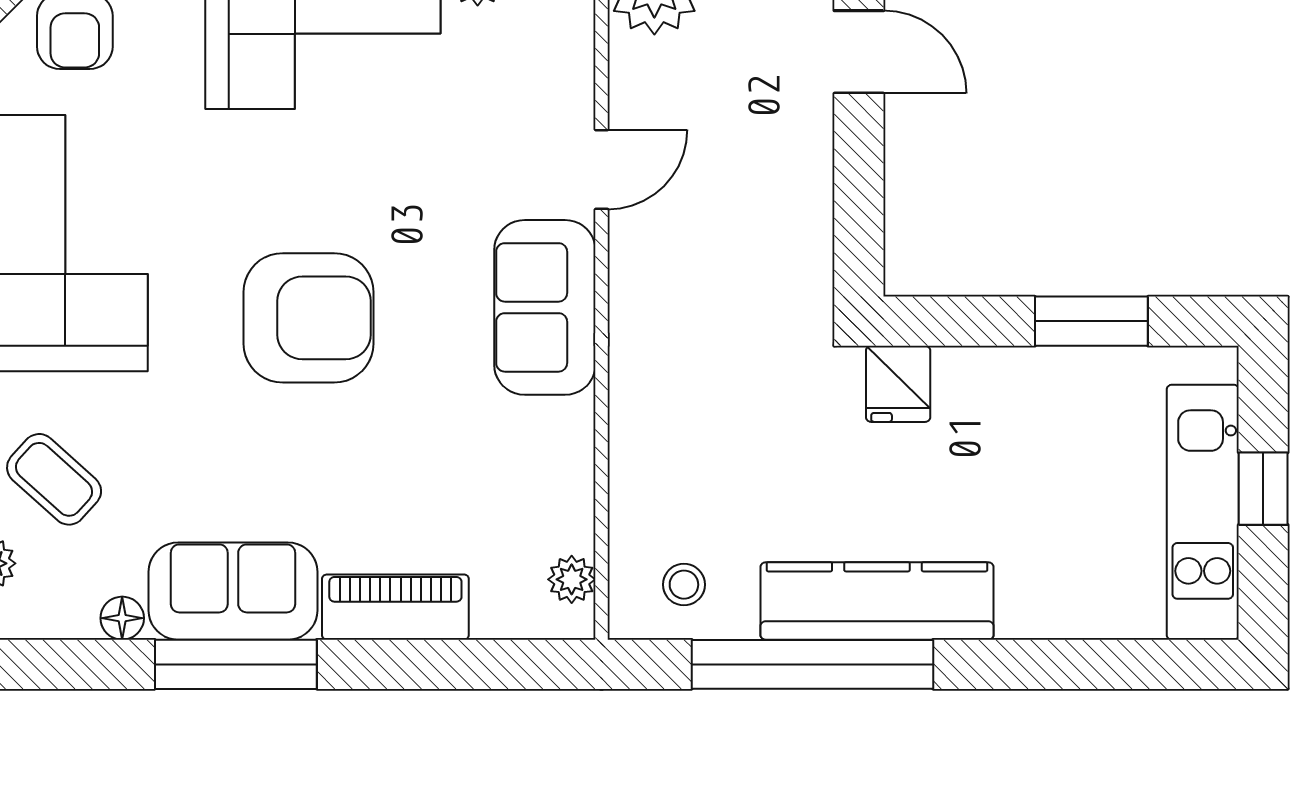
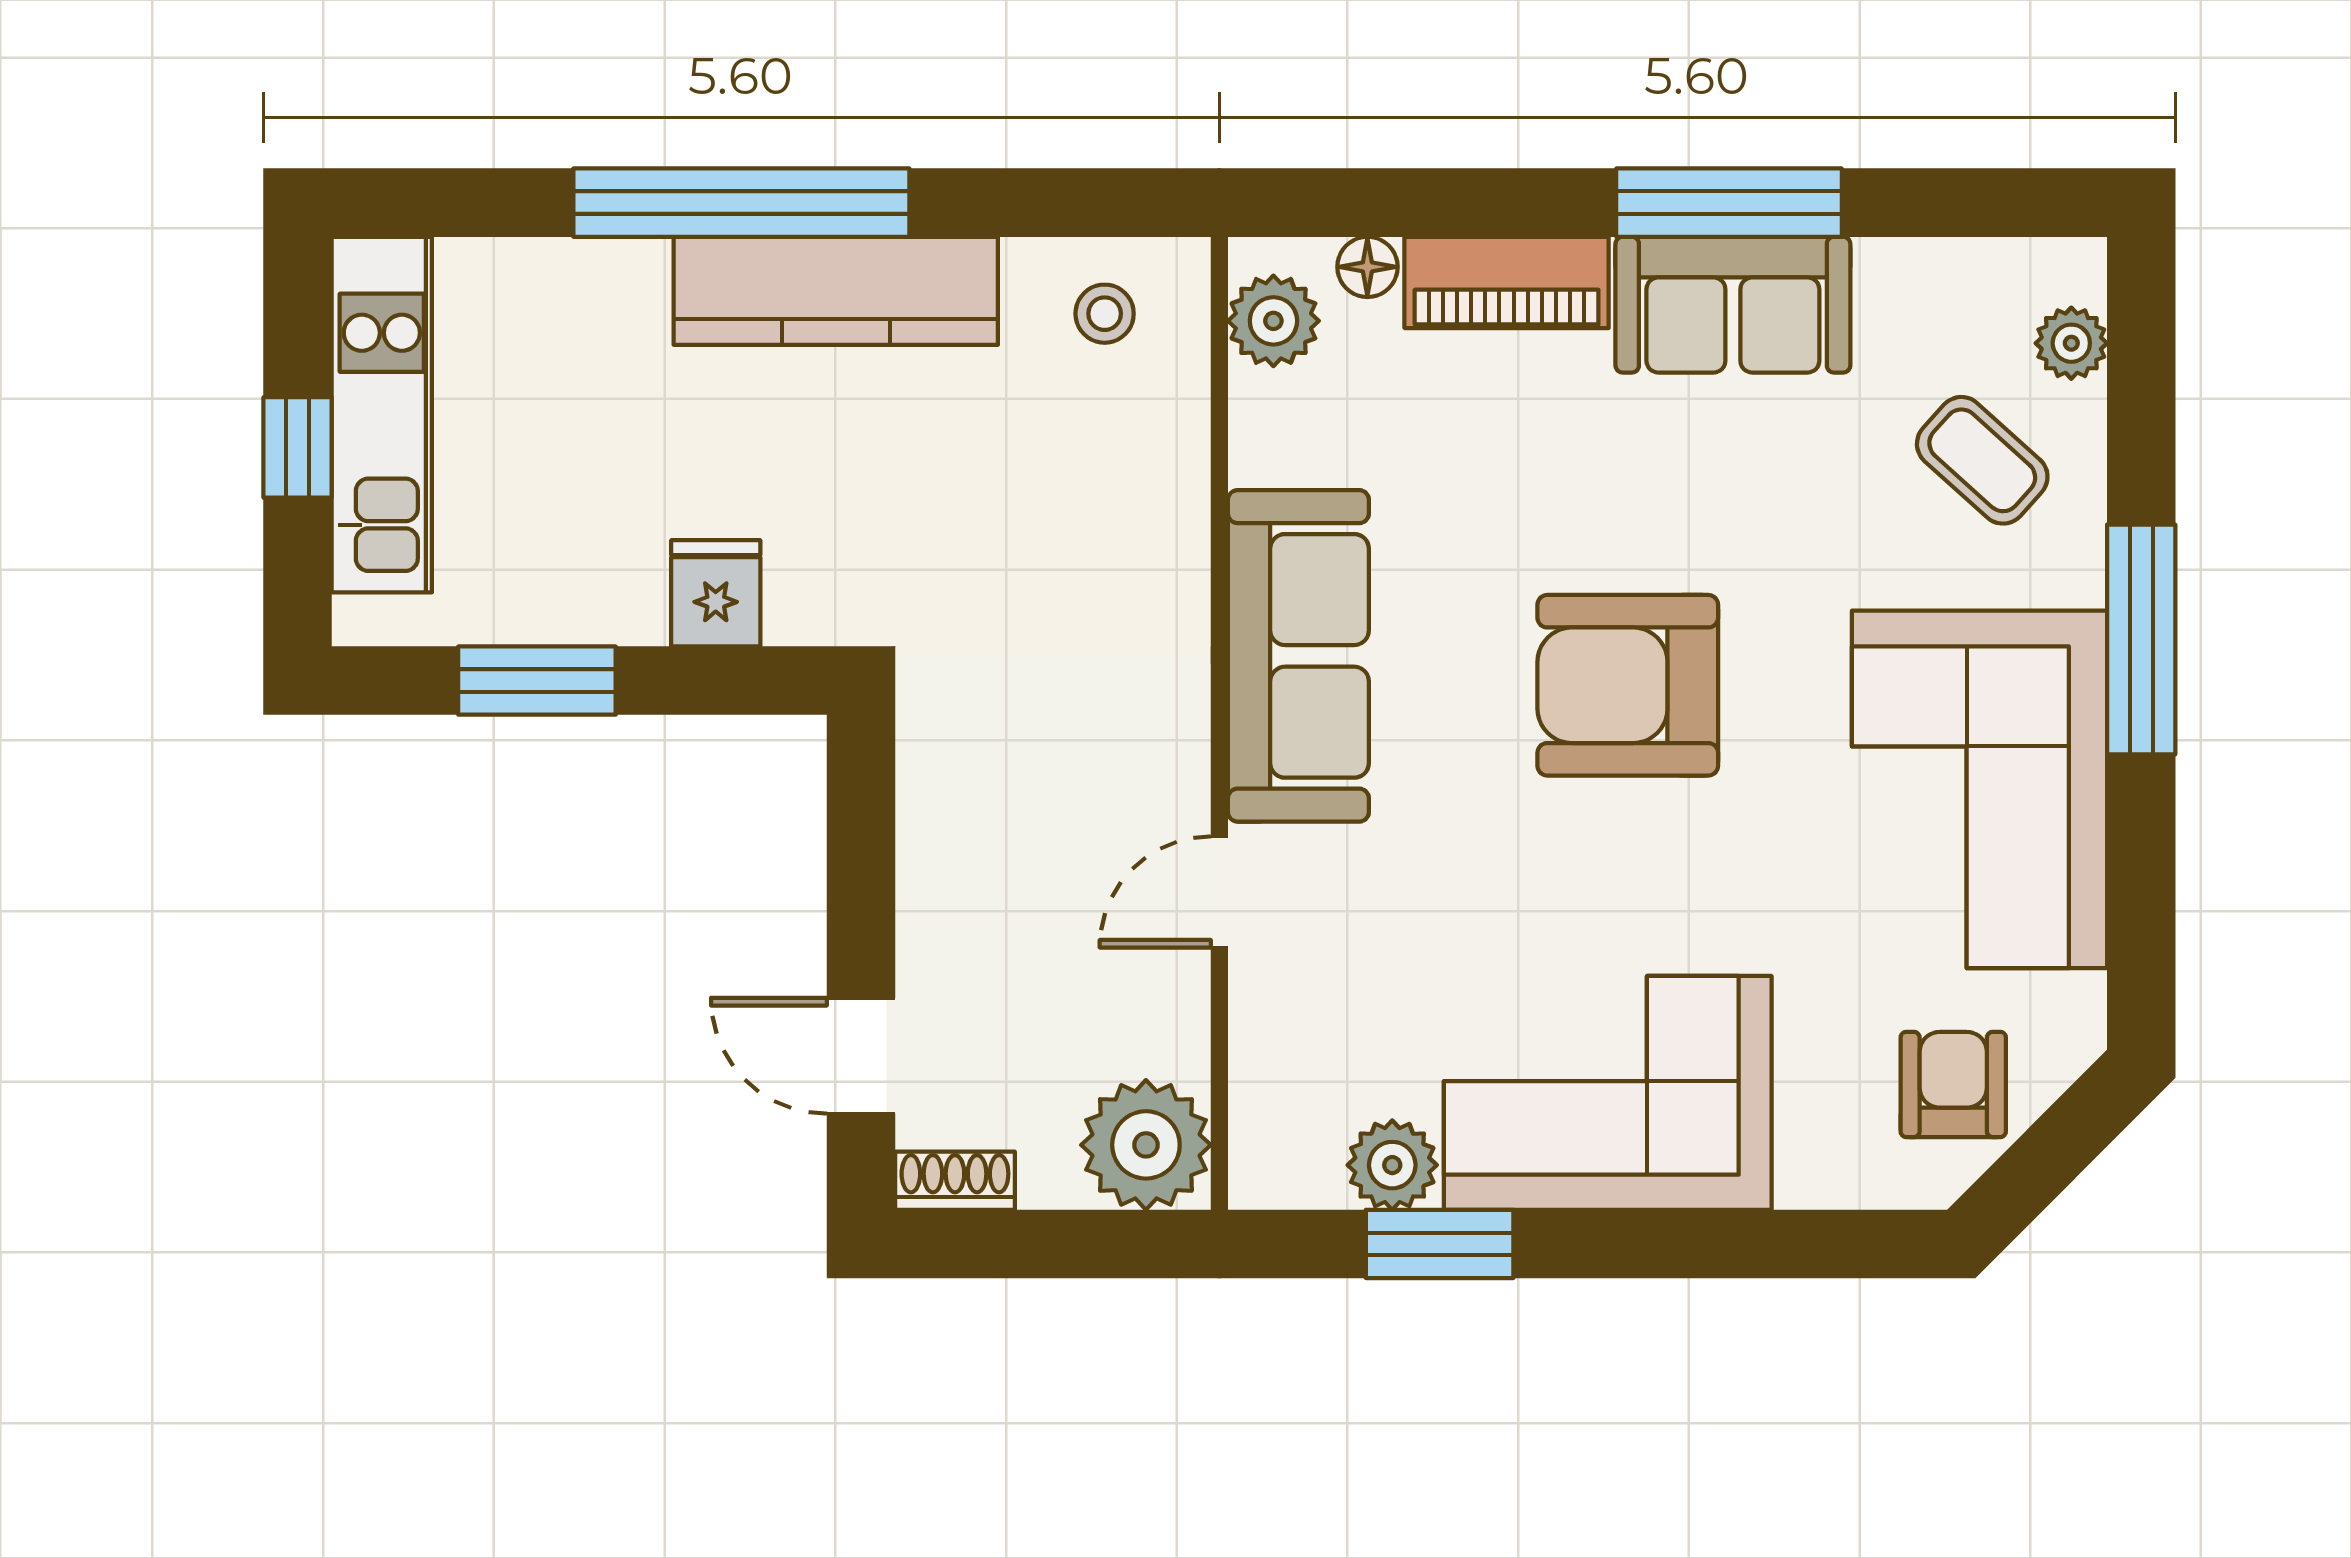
sofa: (545, 307) -> (1298, 656), width x1.36
fridge: (898, 384) -> (716, 593), moved
plant: (572, 579) -> (1273, 321), width x1.38, depth x1.38
floor lamp: (122, 618) -> (1367, 267), moved
window: (812, 664) -> (741, 203), moved

